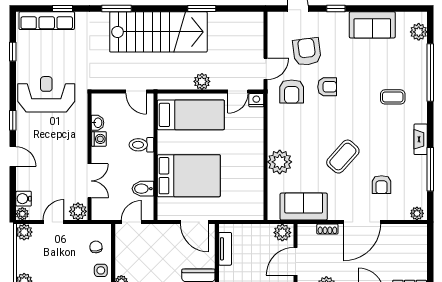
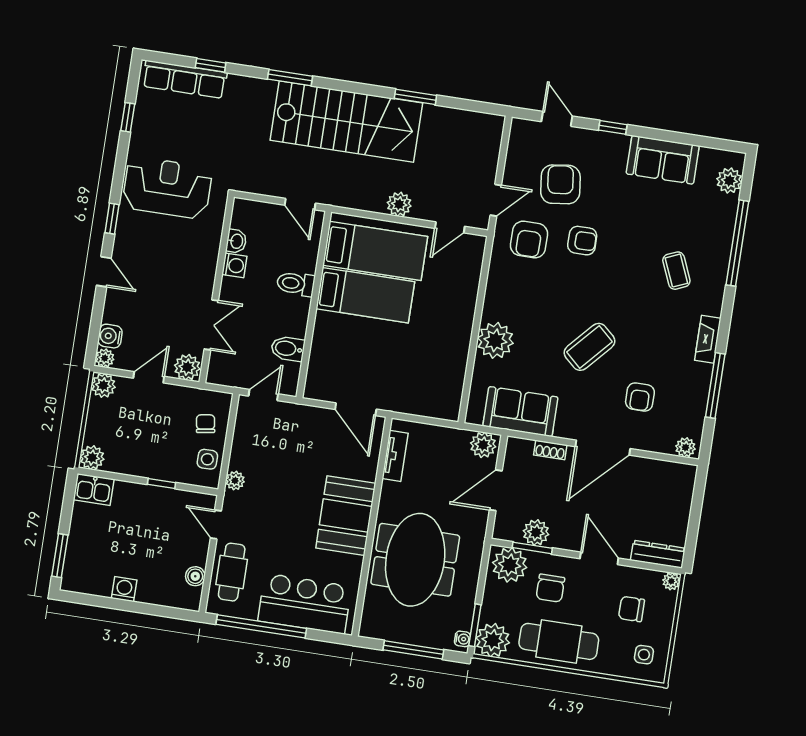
coffee table: (393, 97) -> (676, 271), turned 67
nightstand: (256, 100) -> (475, 244), removed
bed: (189, 176) -> (365, 295), moved, width x0.67

